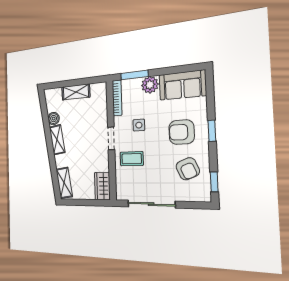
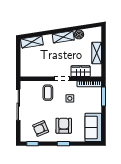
plant: (150, 85) -> (96, 107), removed
wardrobe: (102, 186) -> (81, 71), moved

